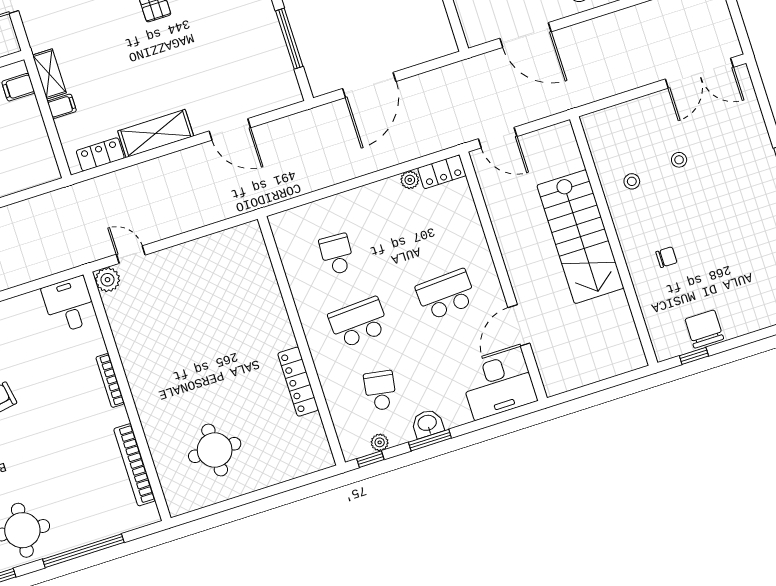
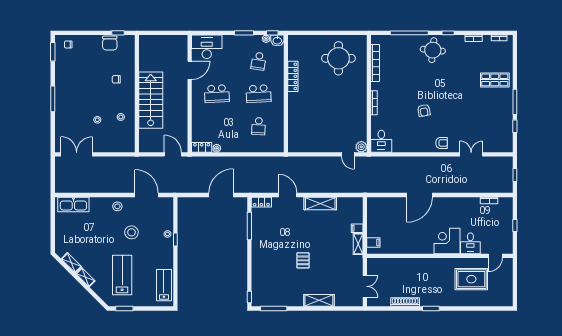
locker: (100, 154) -> (261, 202), moved
washbasin: (427, 424) -> (277, 40), moved
round table: (215, 450) -> (338, 58), width x1.36, depth x1.36

